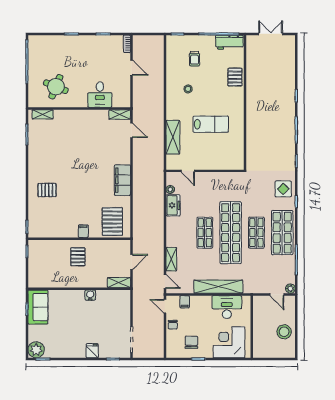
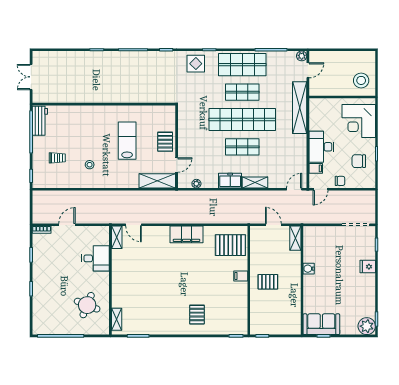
pallet: (235, 77) -> (165, 142), moved, turned 90
door: (132, 130) -> (134, 225), swing flipped
shelving: (173, 137) -> (157, 181), moved
freezer: (173, 205) -> (230, 181), moved
shelving: (171, 259) -> (255, 182), moved
shelving: (218, 287) -> (300, 108), moved
desk: (227, 307) -> (321, 147), moved
stool: (284, 332) -> (361, 80), moved

